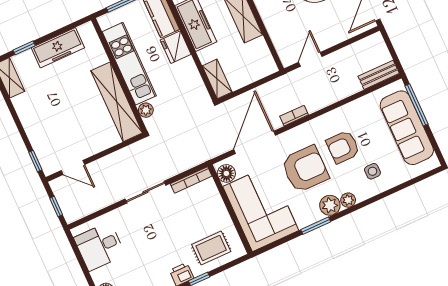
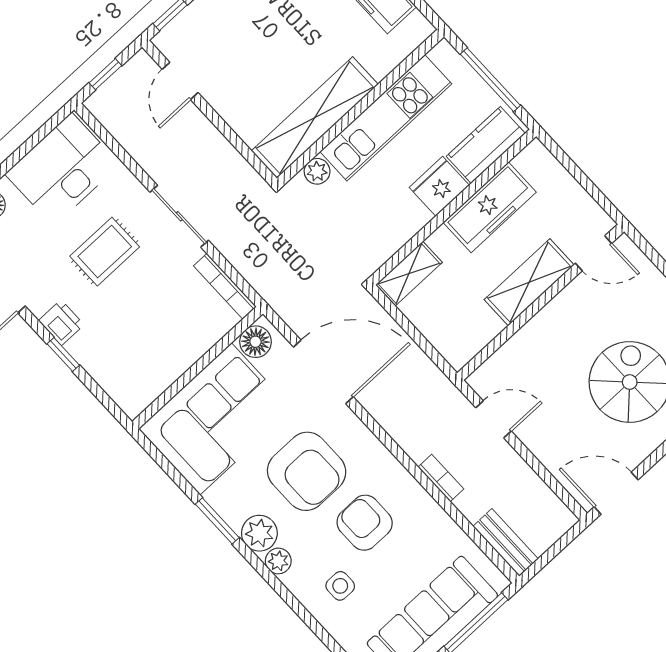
bookcase: (294, 116) -> (441, 478), moved
desk: (100, 246) -> (62, 169), width x1.37
rug: (211, 248) -> (105, 252), moved, turned 90

